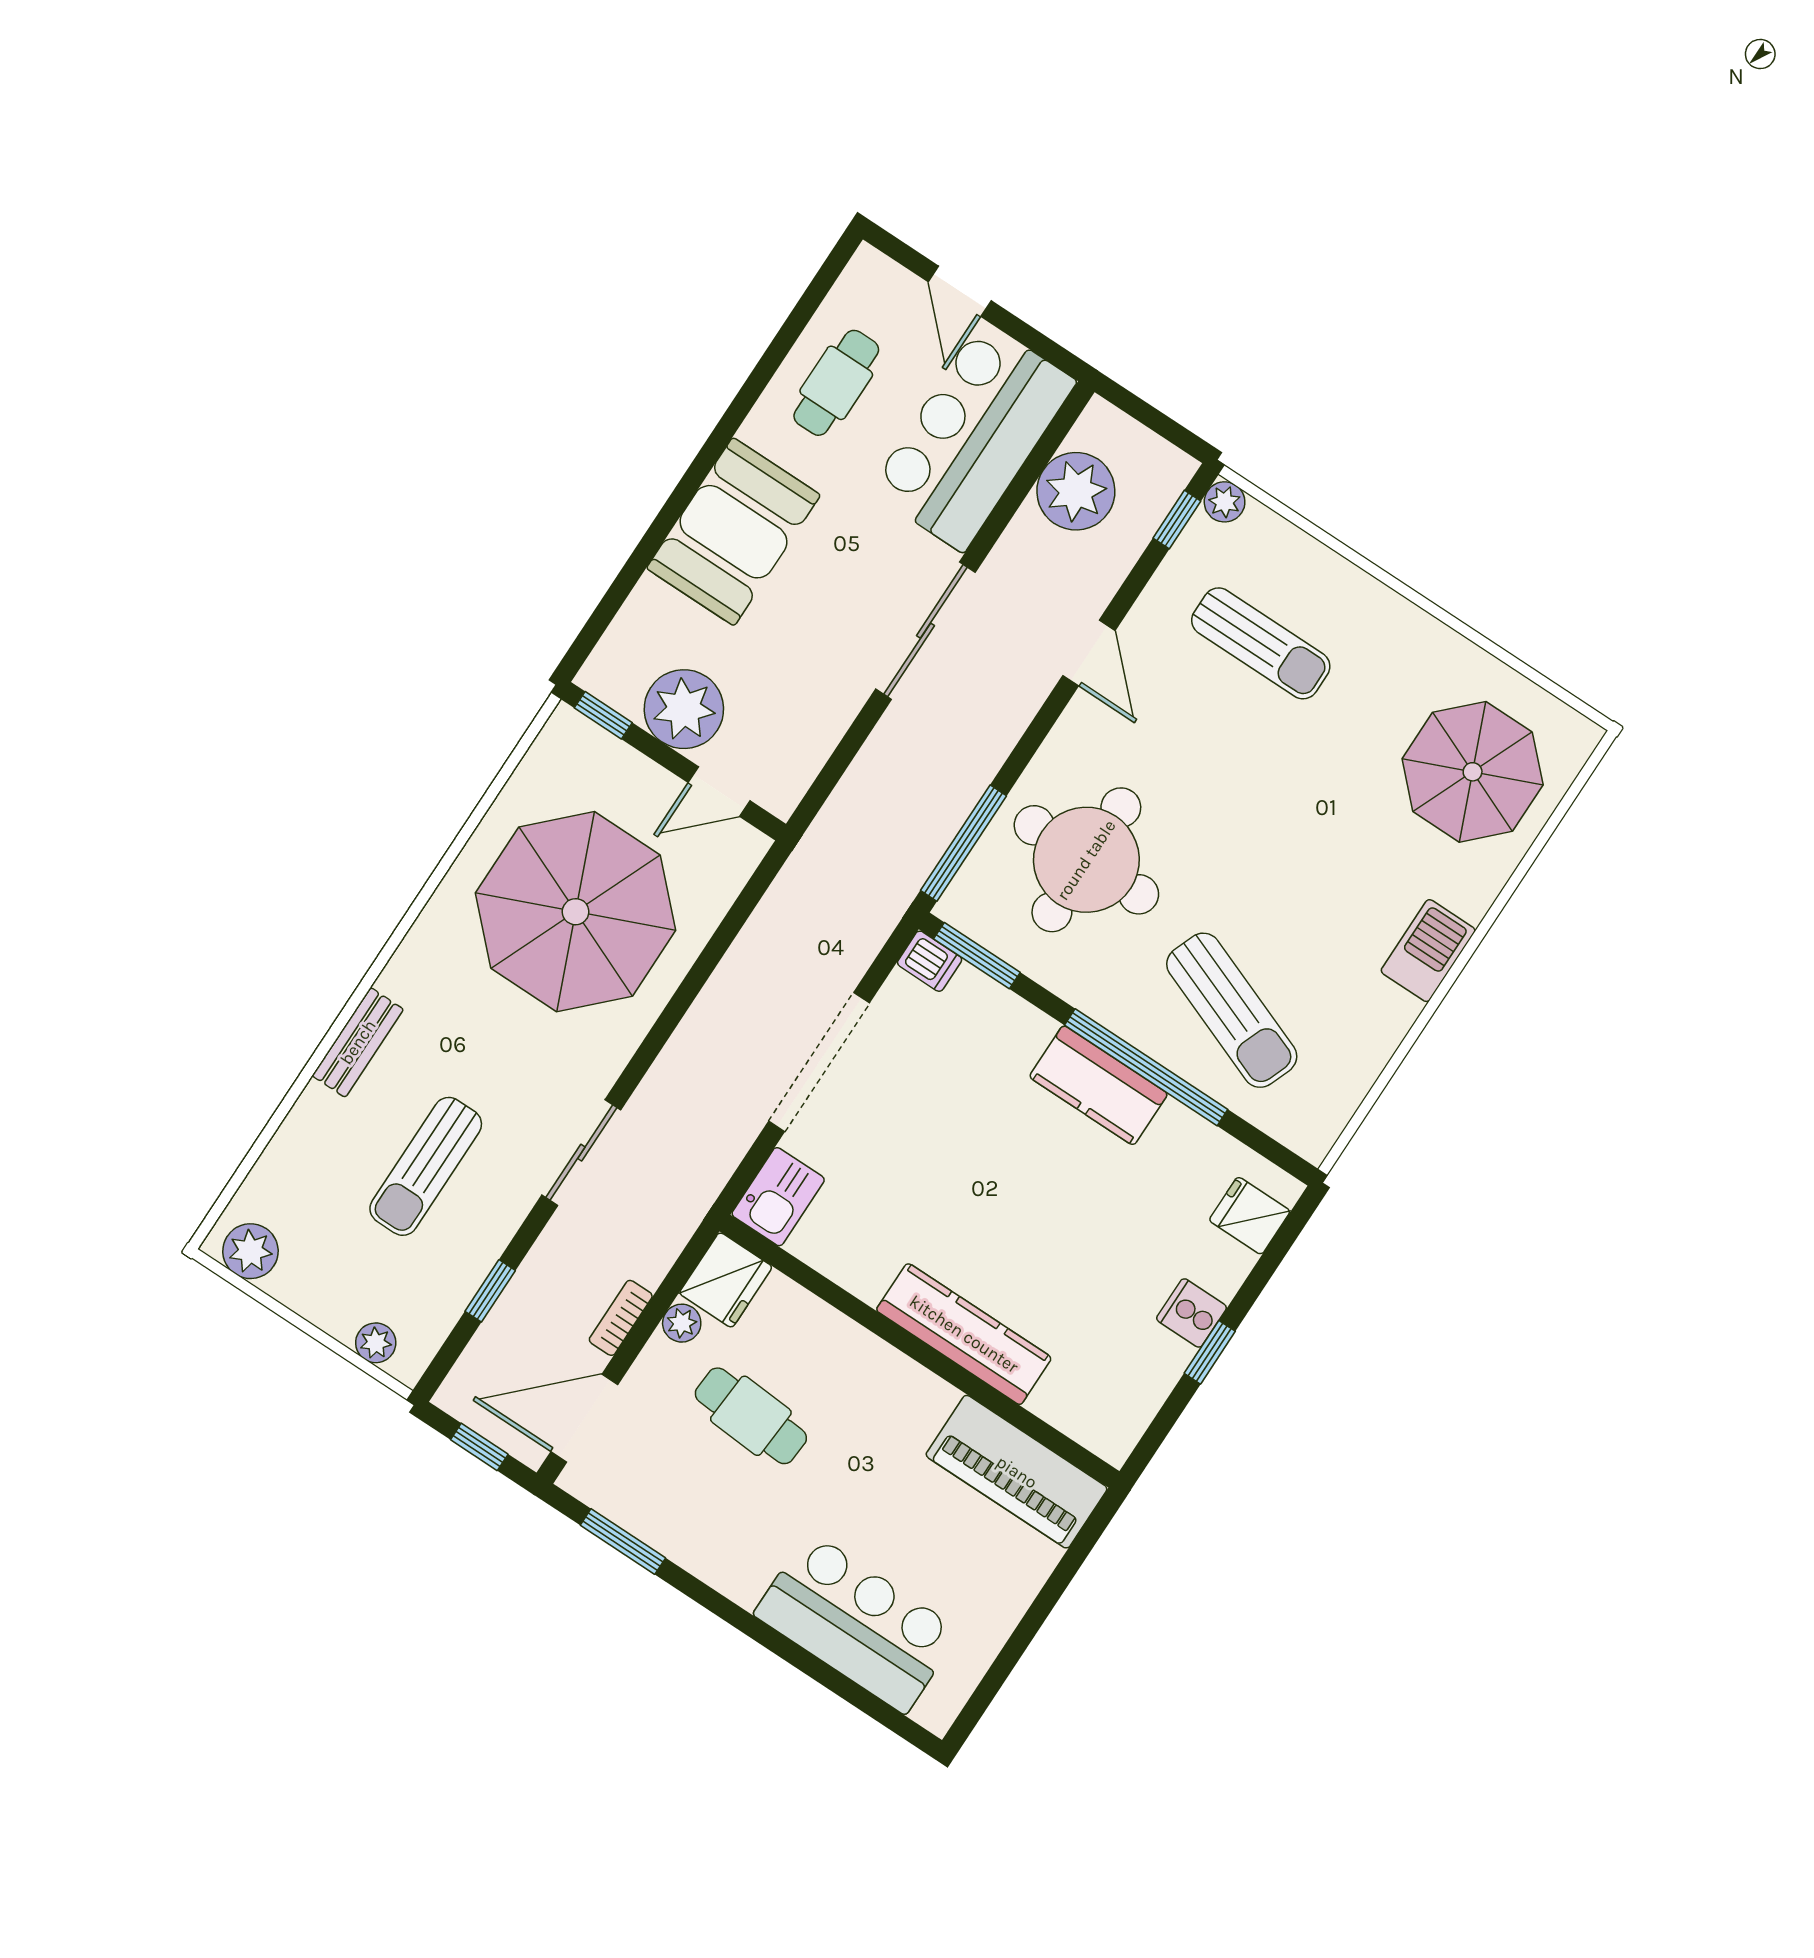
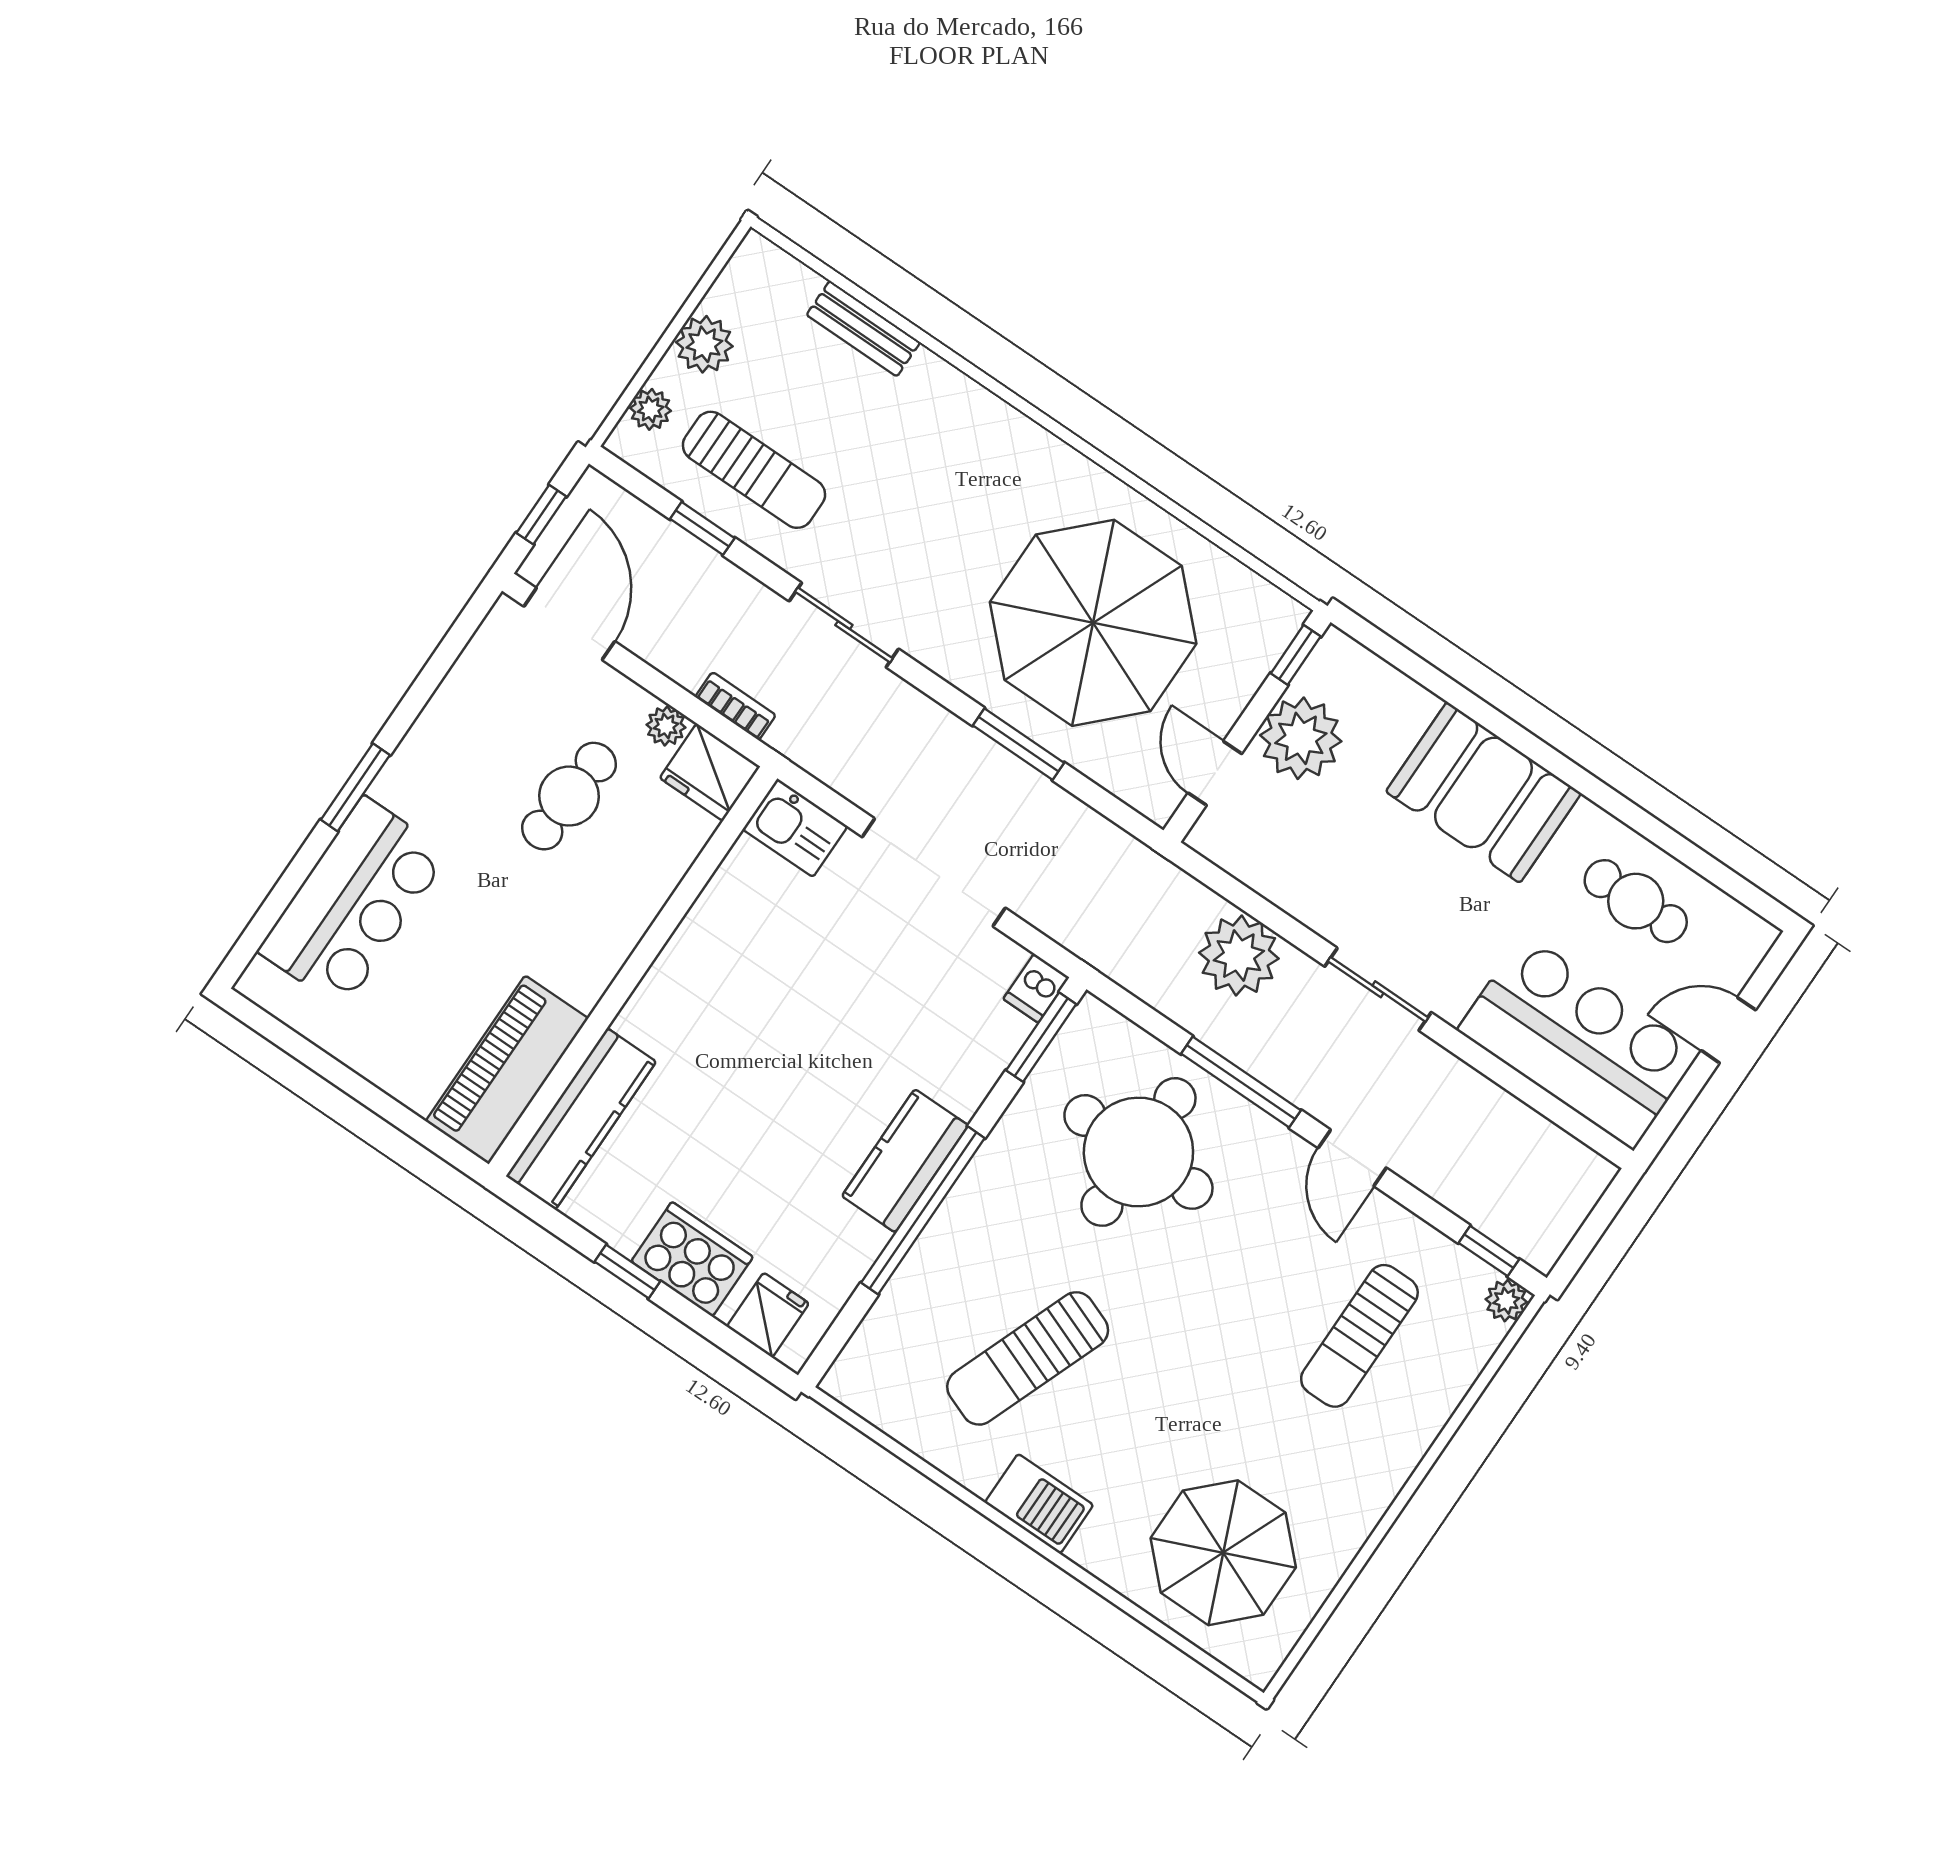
plant: (1076, 491) -> (1239, 956), moved
sliding door: (925, 631) -> (1378, 989), width x0.73
door: (1089, 653) -> (1352, 1158), hinge flipped
window: (963, 843) -> (1241, 1082), moved
window: (694, 982) -> (1018, 744), added
sun lounger: (1232, 1010) -> (1028, 1358), moved
bench: (358, 1042) -> (863, 329), moved
sun lounger: (426, 1166) -> (754, 470), moved, turned 180
plant: (250, 1251) -> (704, 344), moved
cooker: (1191, 1313) -> (692, 1259), width x1.87, depth x1.31
bookcase: (621, 1318) -> (735, 706), moved
kitchen counter: (964, 1334) -> (581, 1119), moved
window: (623, 1542) -> (355, 787), moved

